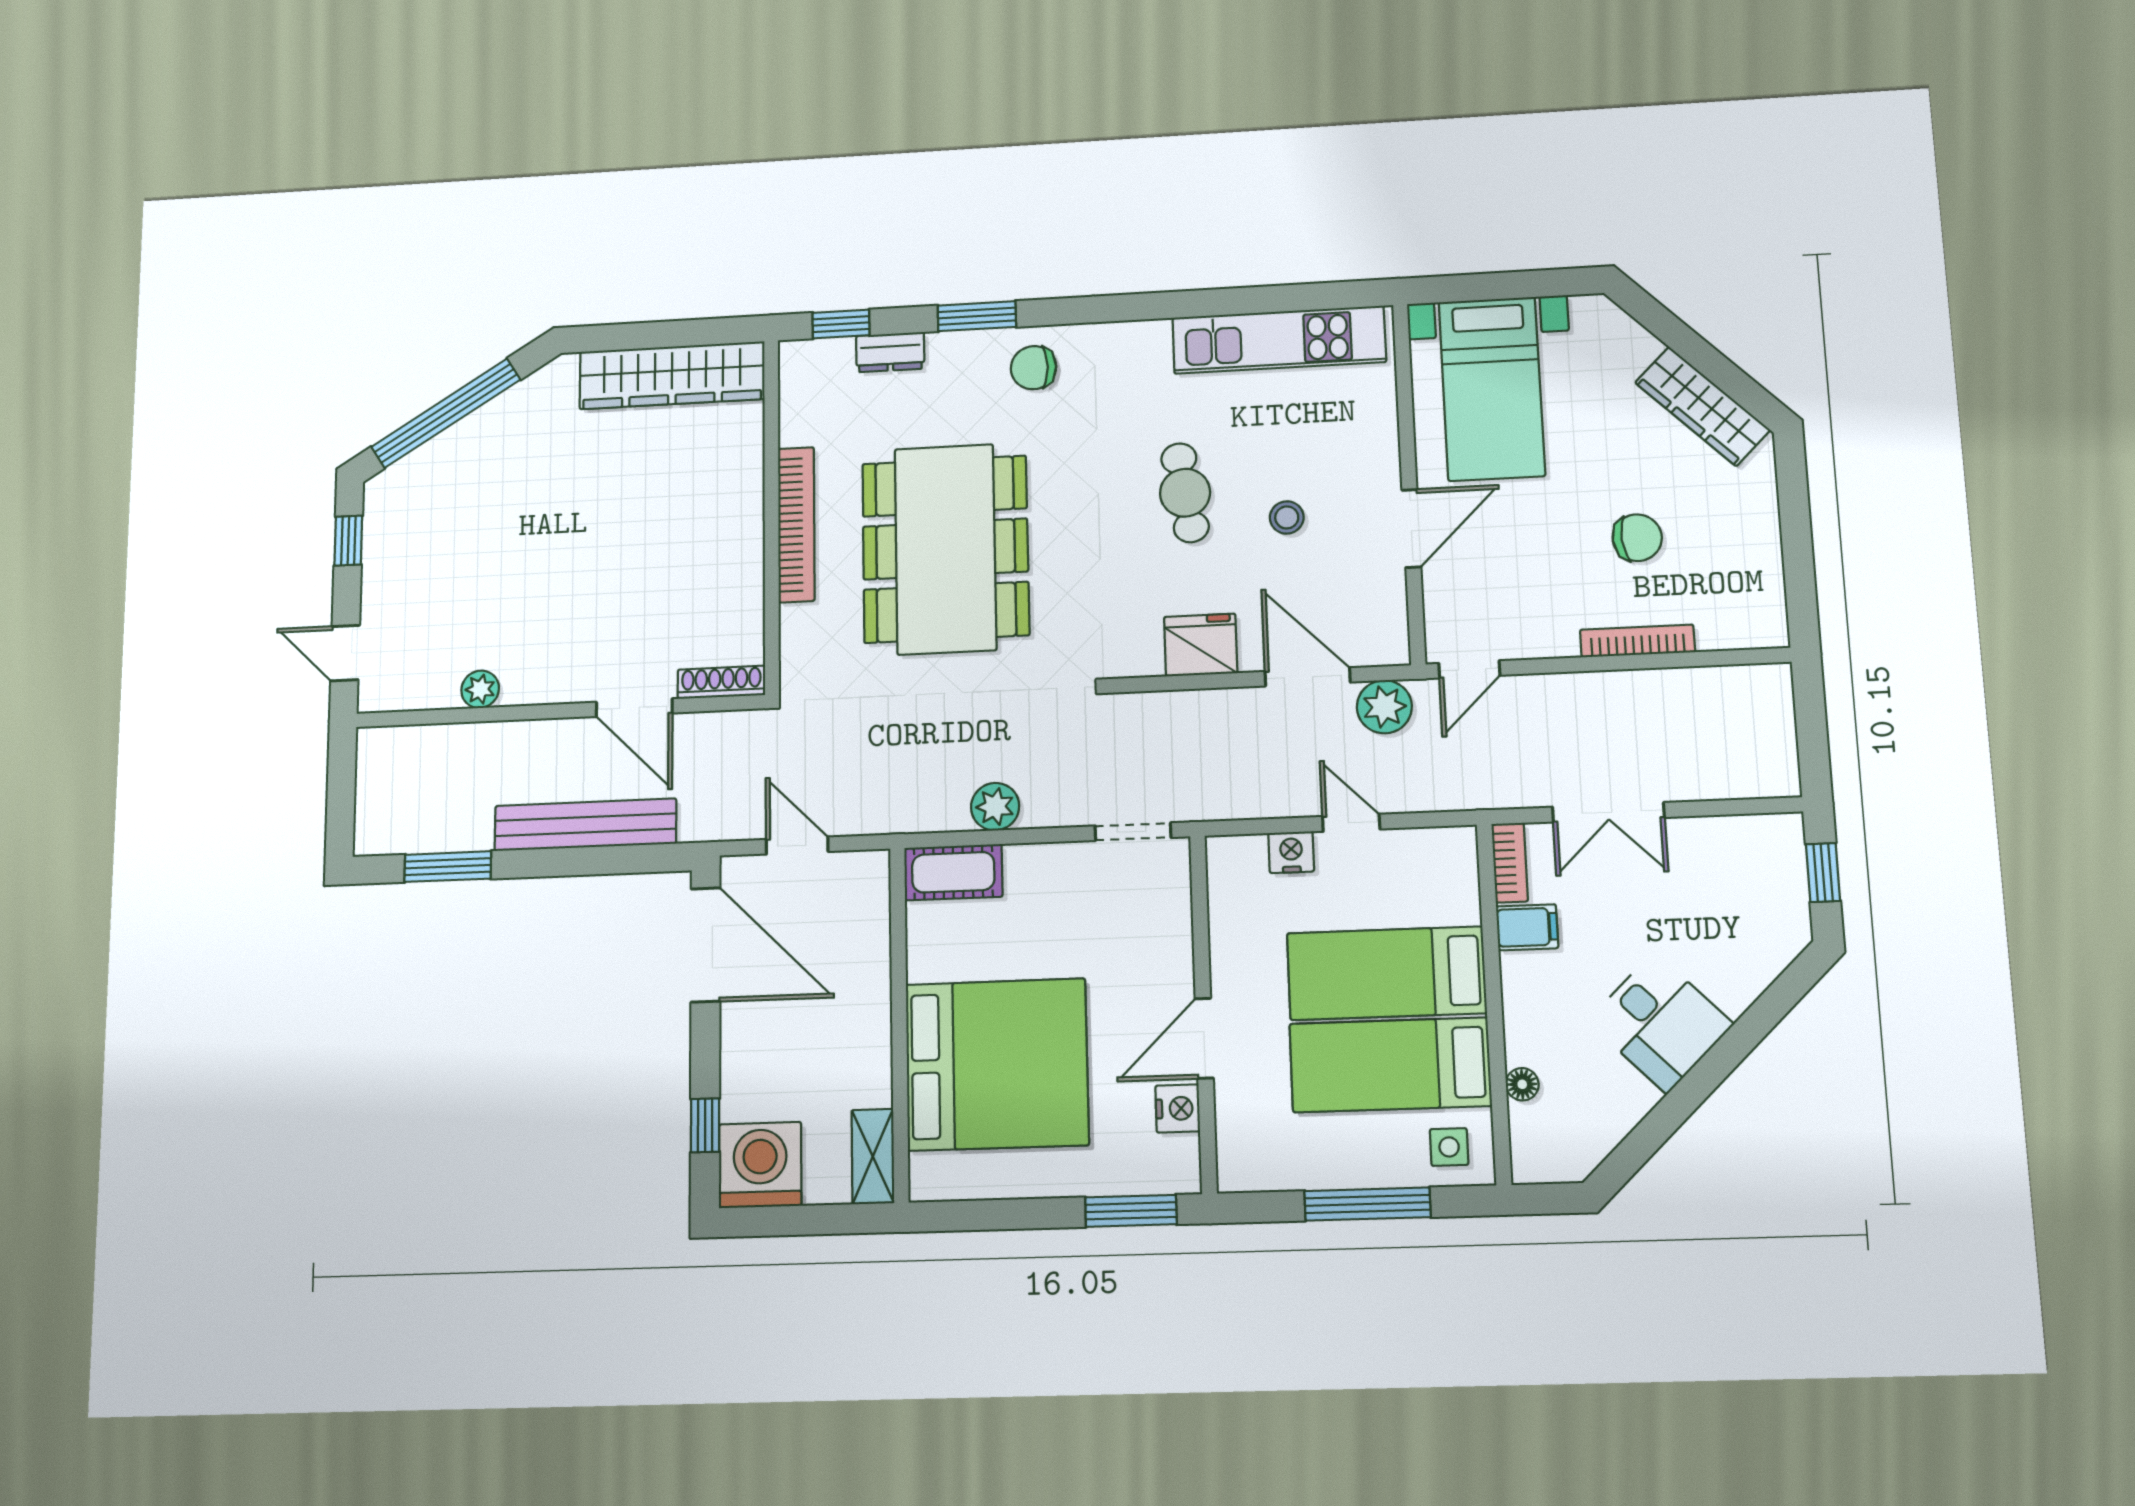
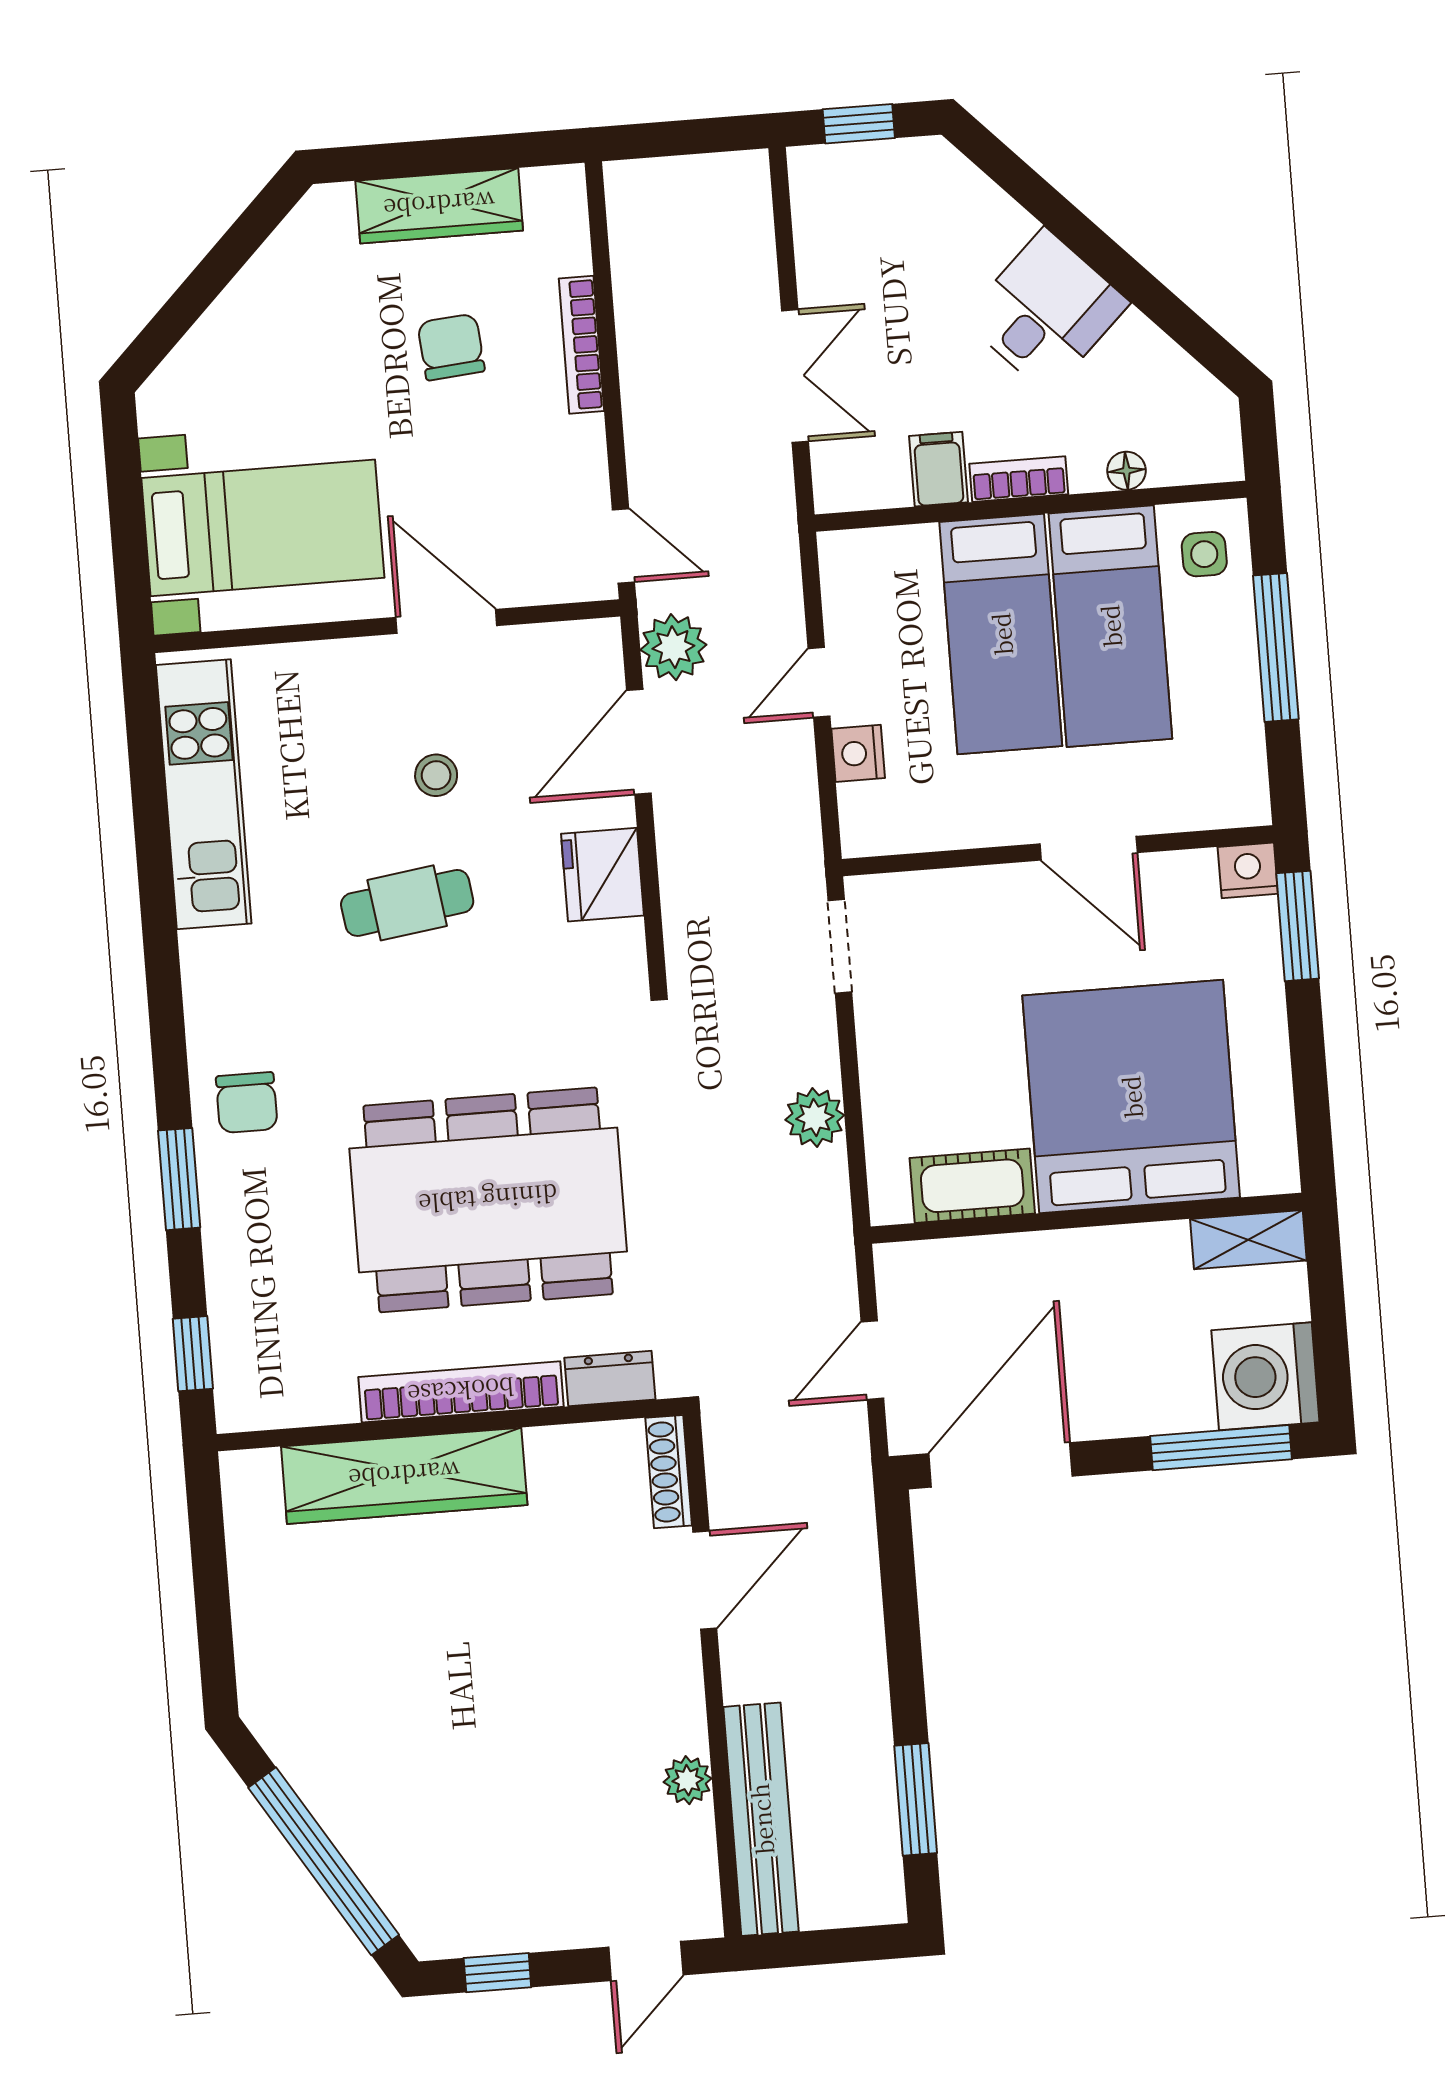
dresser: (890, 352) -> (610, 1379), moved, turned -90
wardrobe: (672, 375) -> (404, 1476), moved, turned 90
wardrobe: (1702, 406) -> (439, 206), moved, turned 45
bench: (585, 825) -> (761, 1819), moved
bookcase: (1510, 863) -> (1019, 479), moved
cot: (953, 872) -> (972, 1186), moved, turned 90
nightstand: (1178, 1108) -> (1248, 870), moved
window: (705, 1125) -> (1221, 1448), width x2.17

